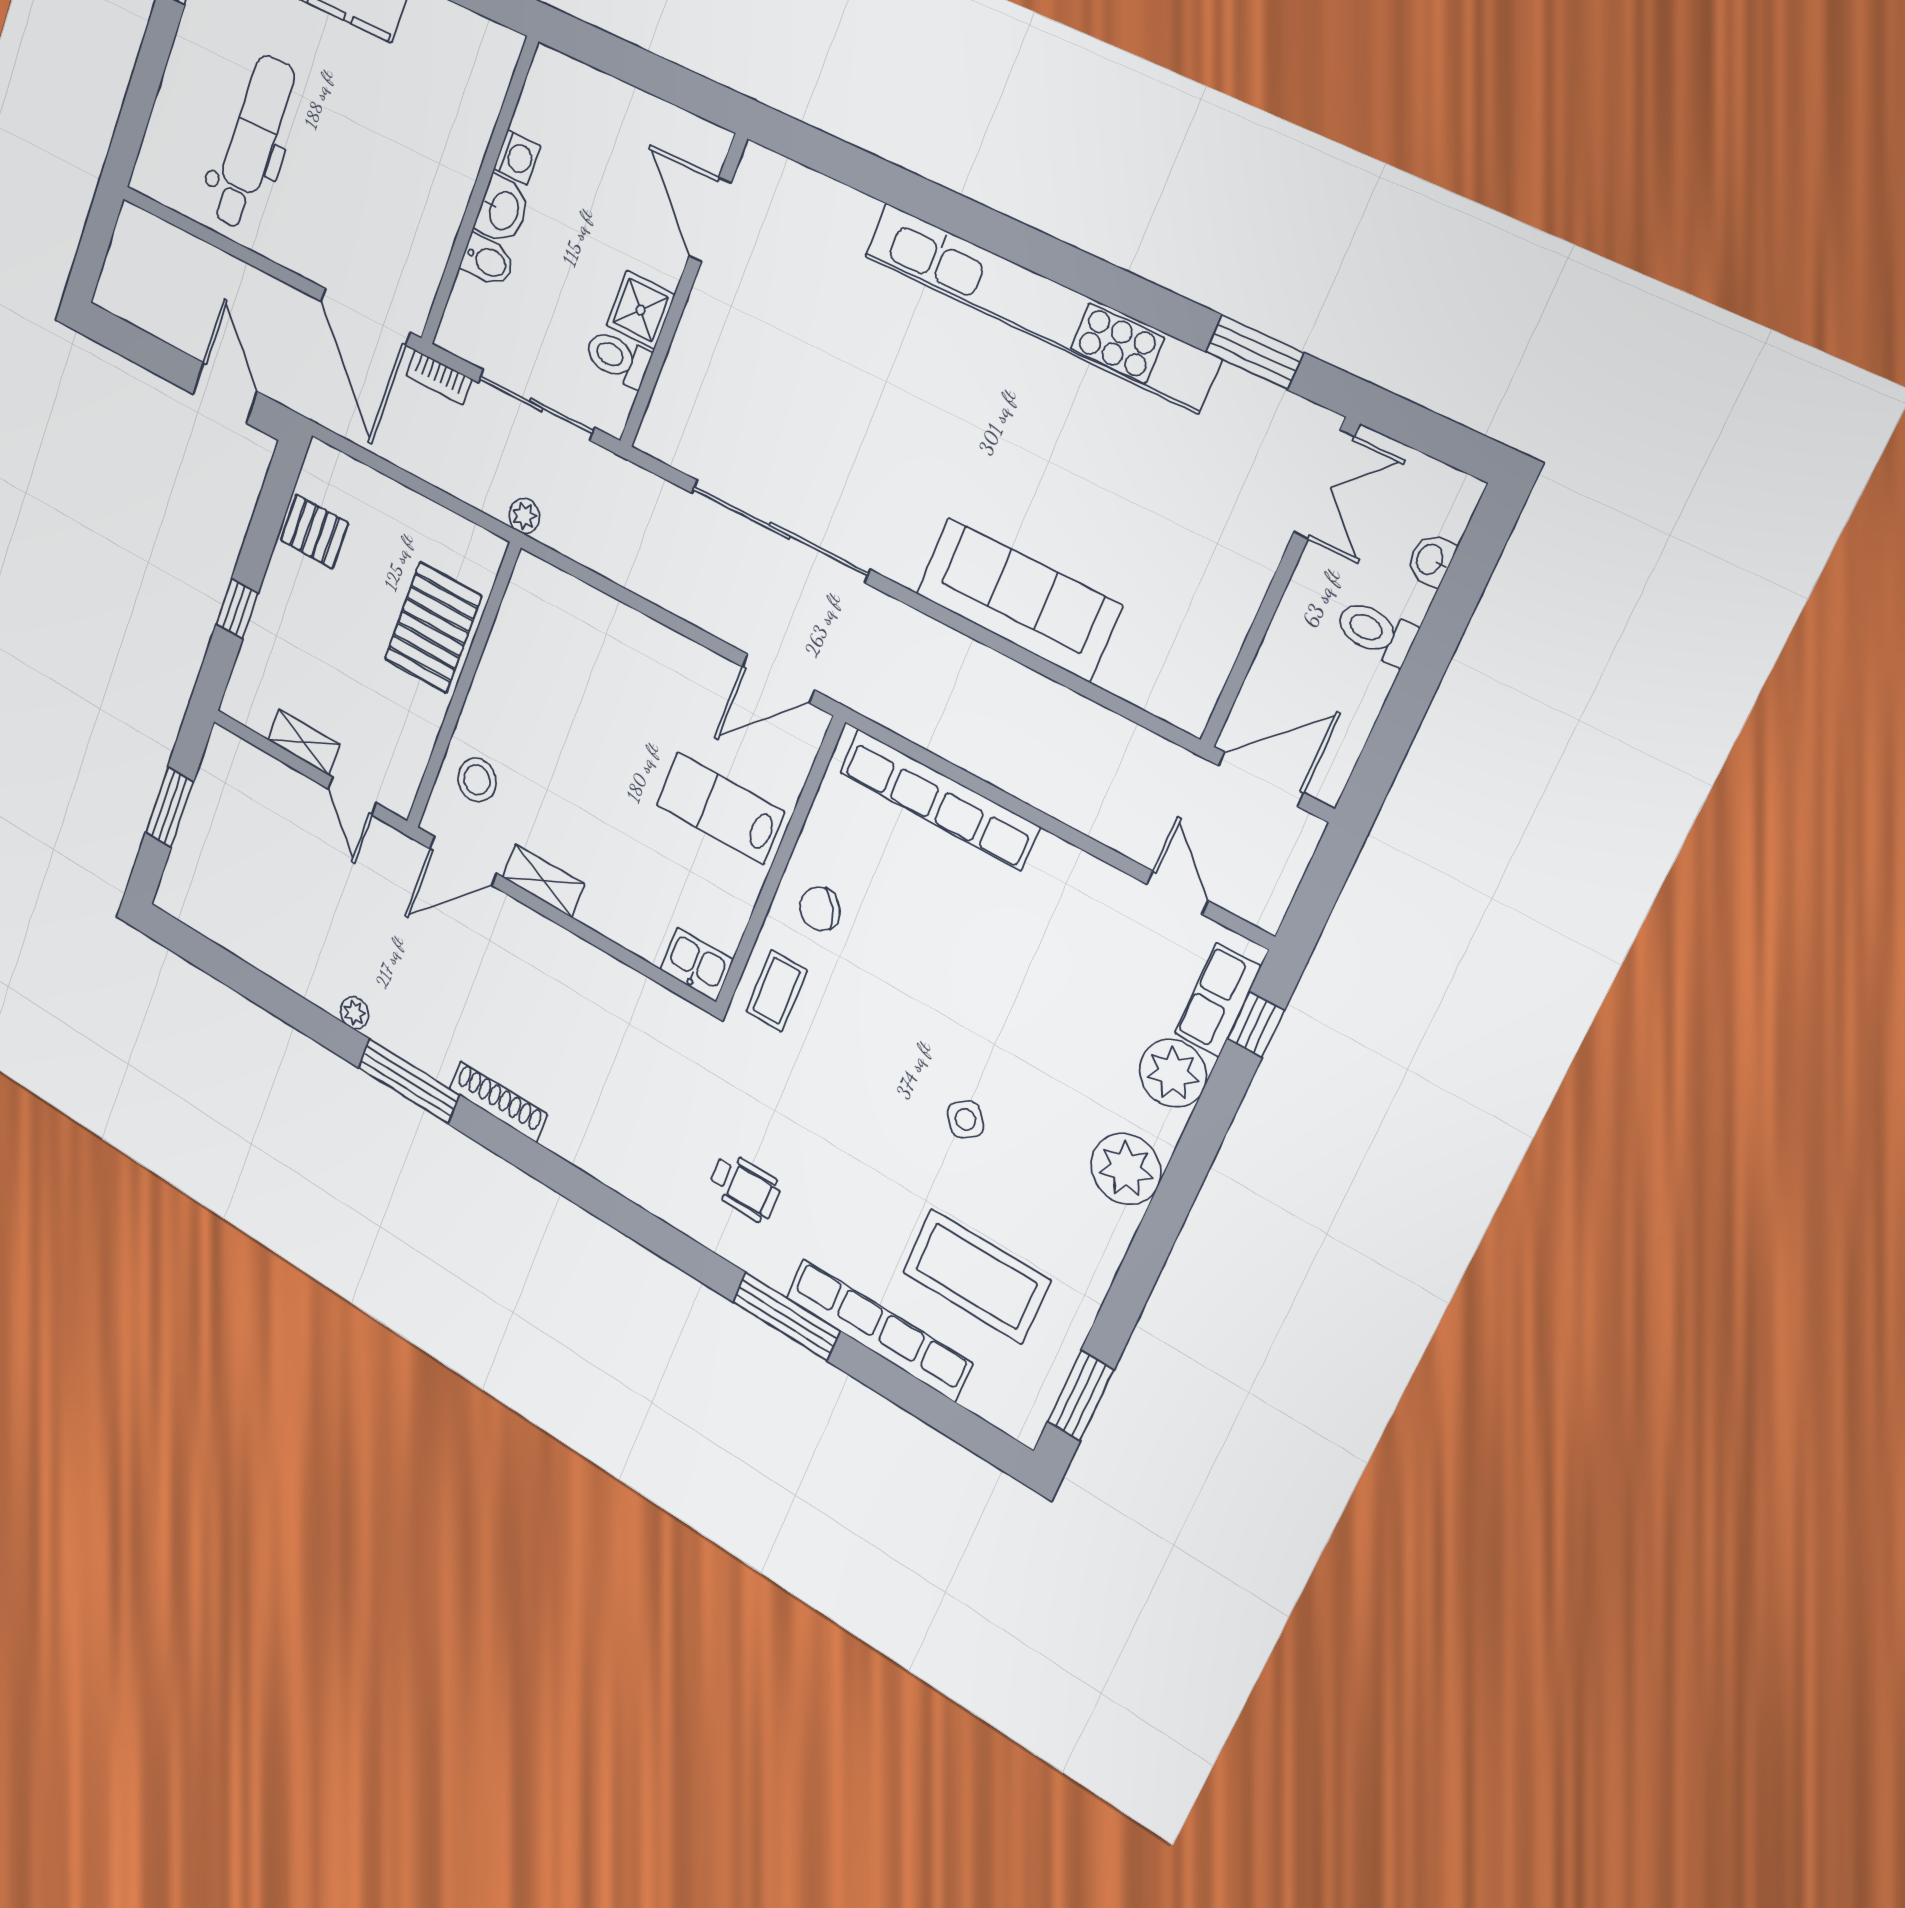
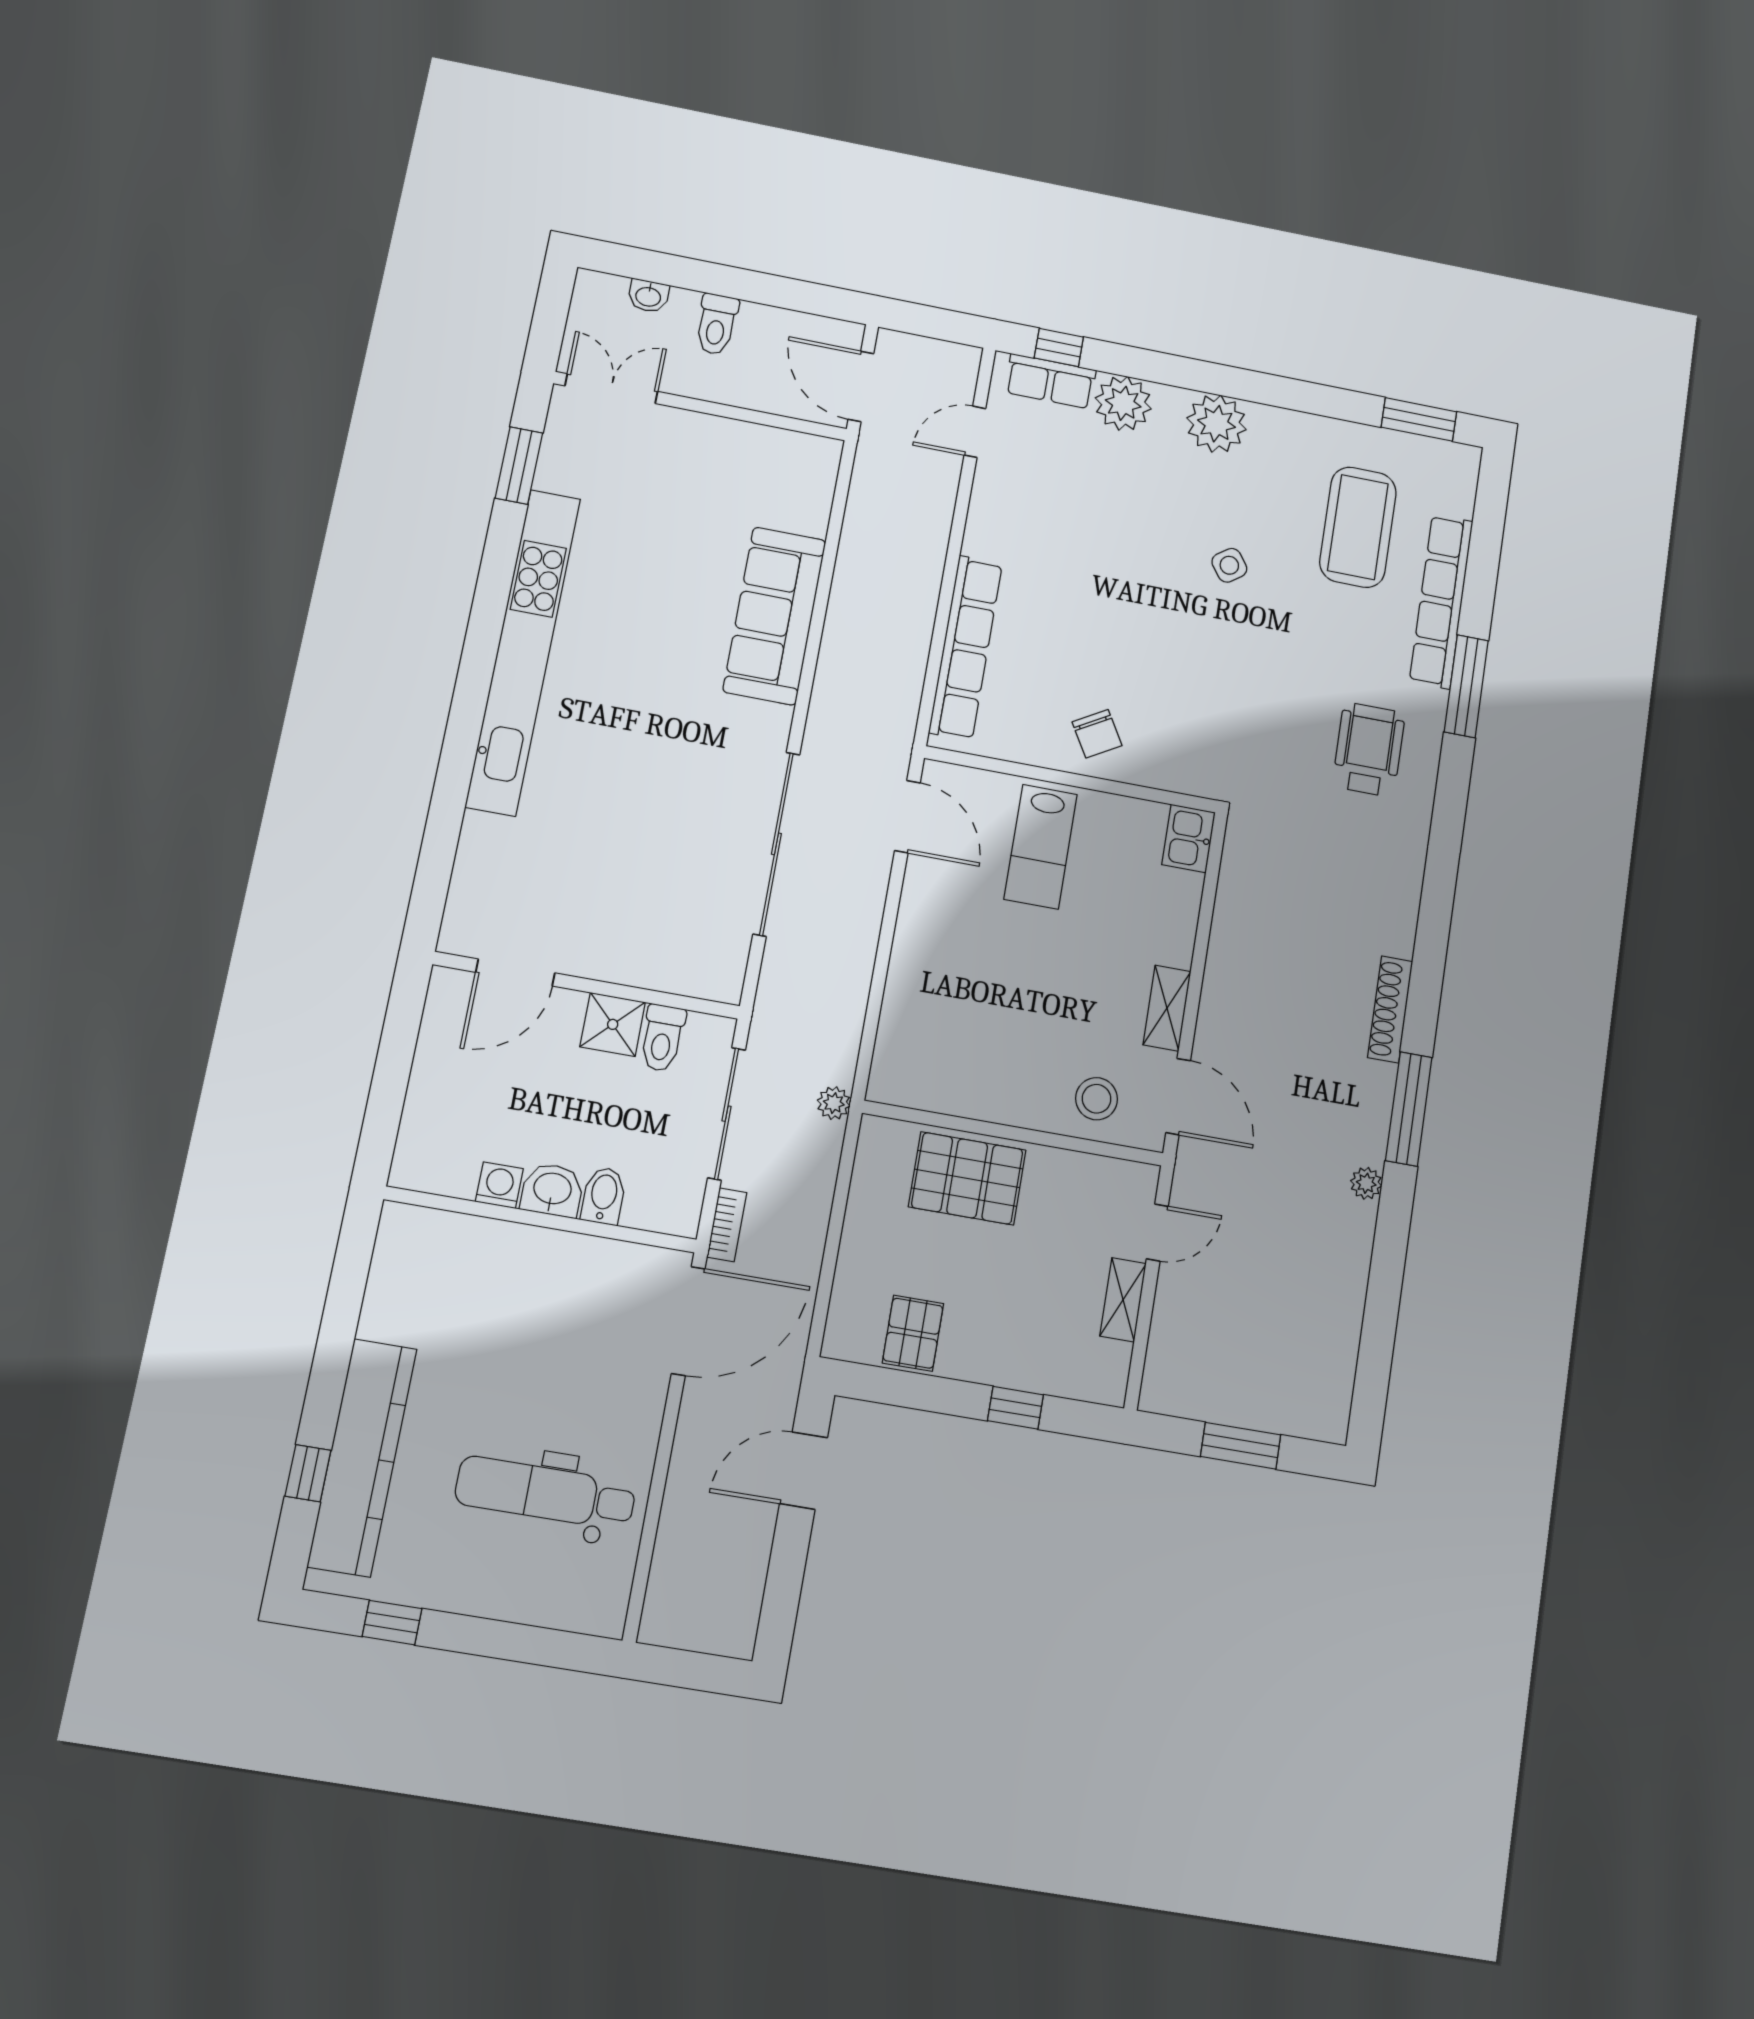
coffee table: (777, 991) -> (1184, 758), removed
wheelchair: (745, 1187) -> (1369, 750), width x1.36, depth x1.37

